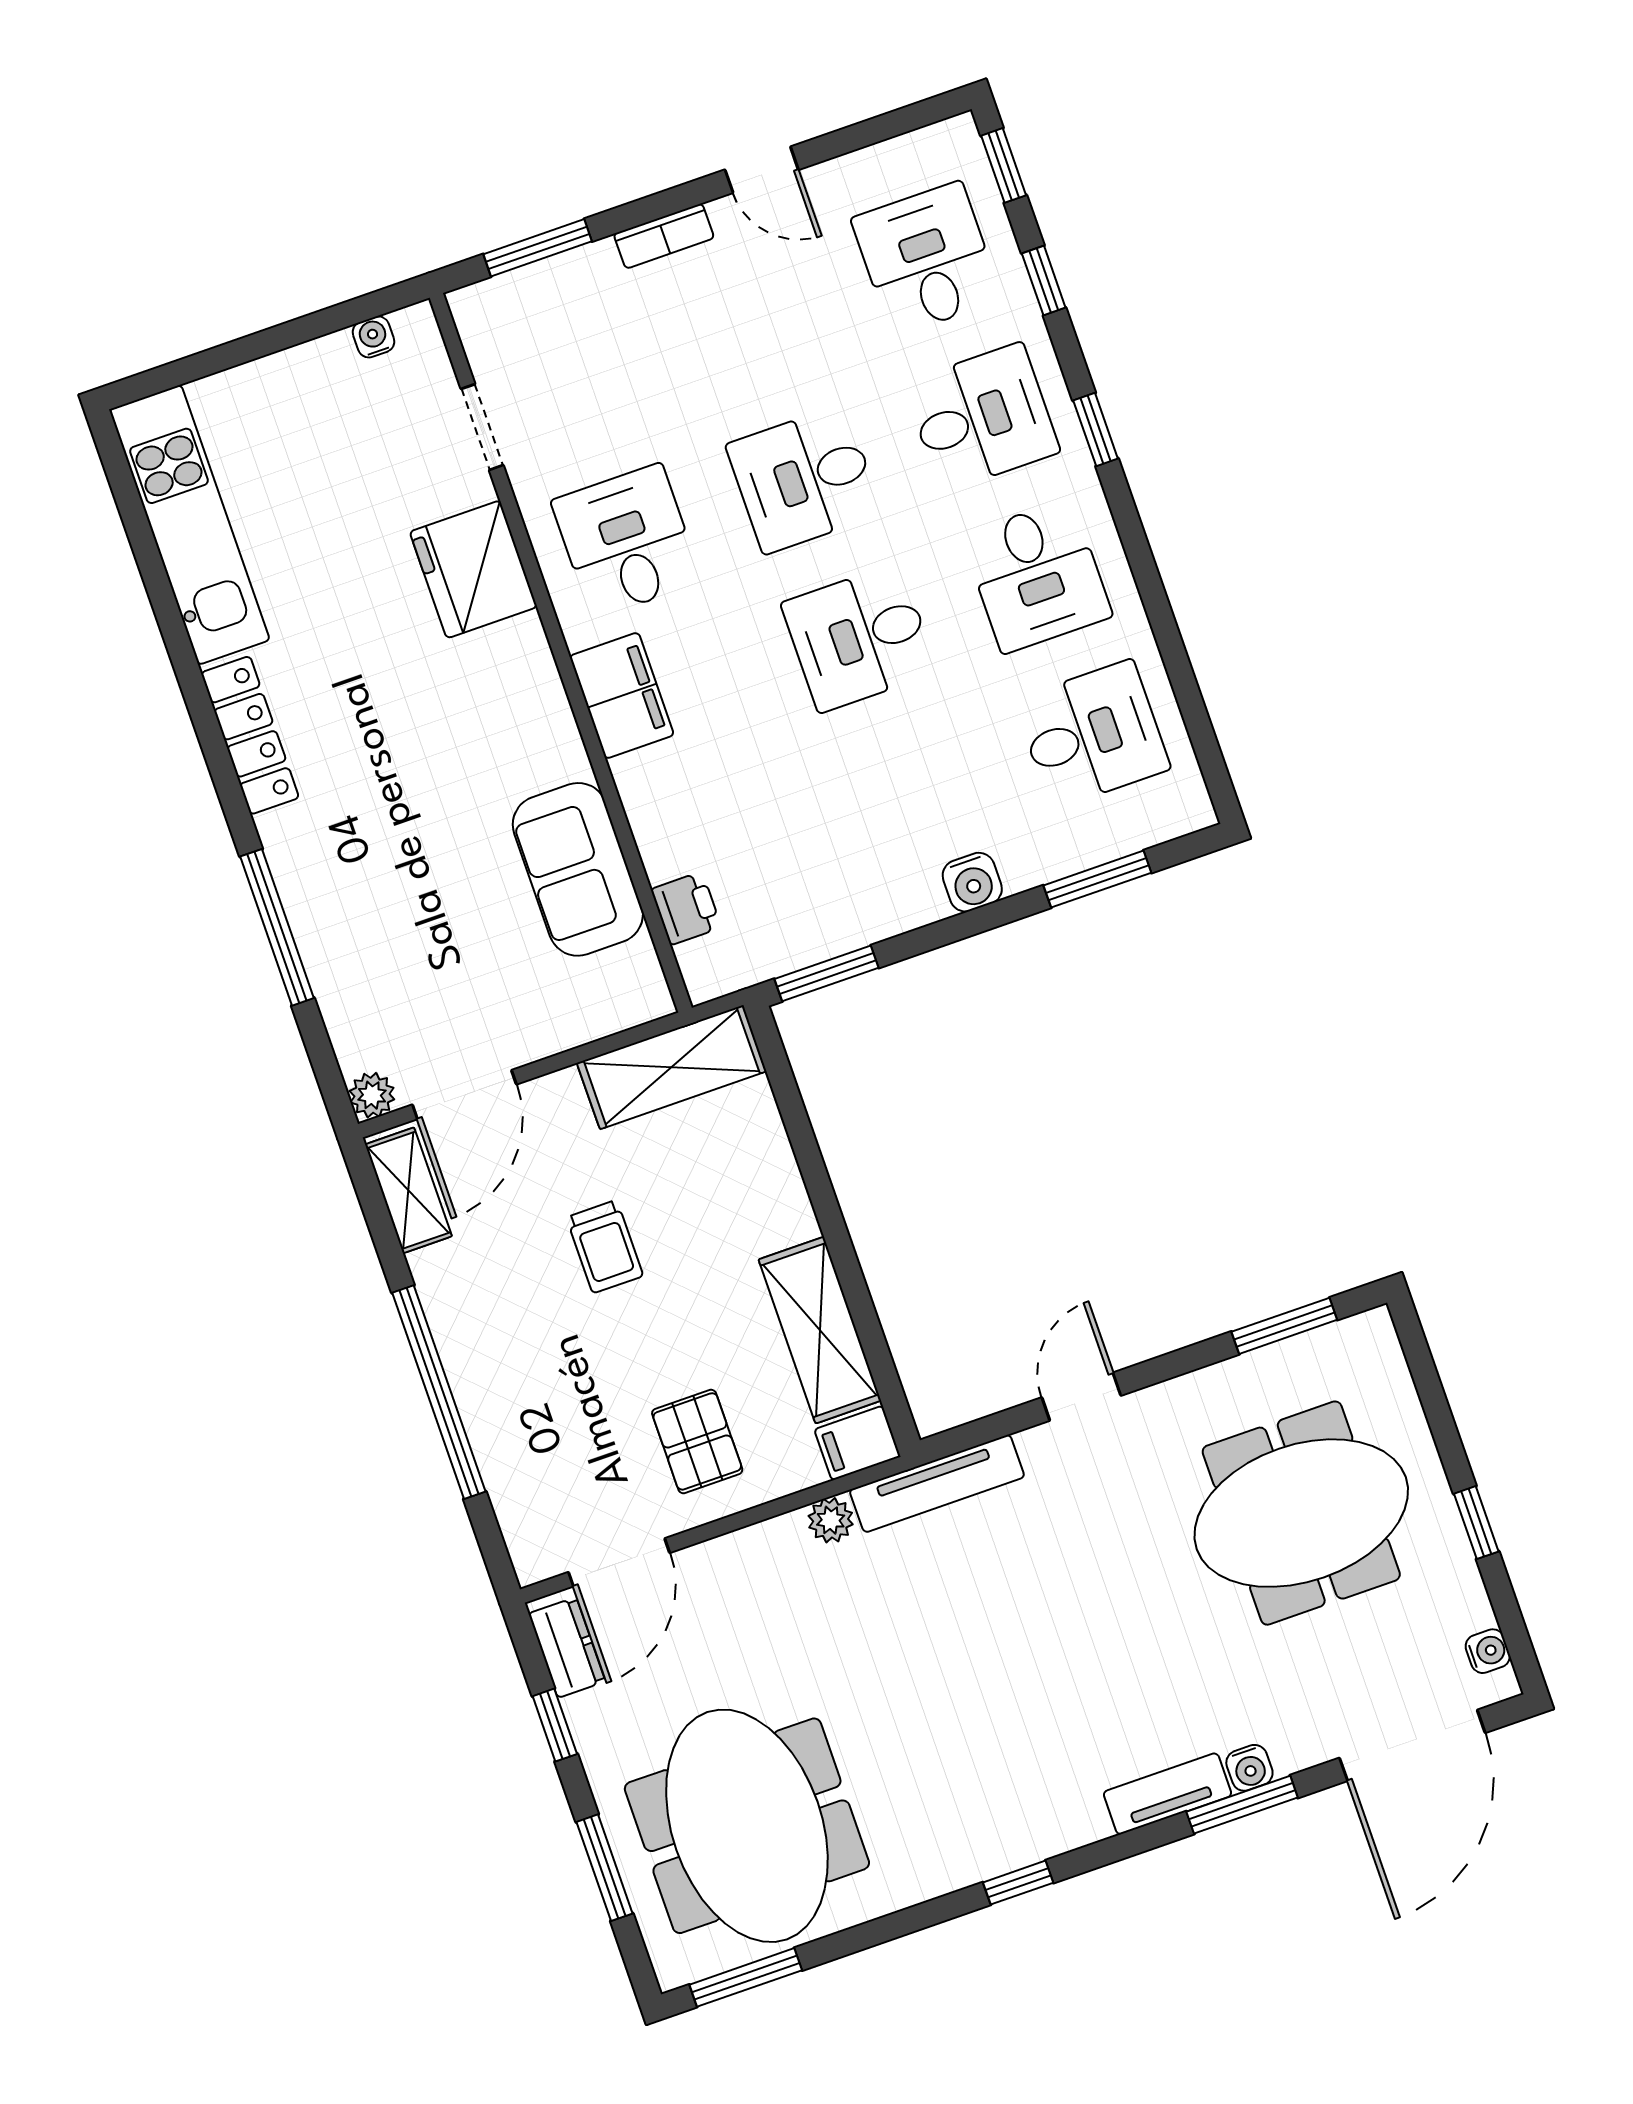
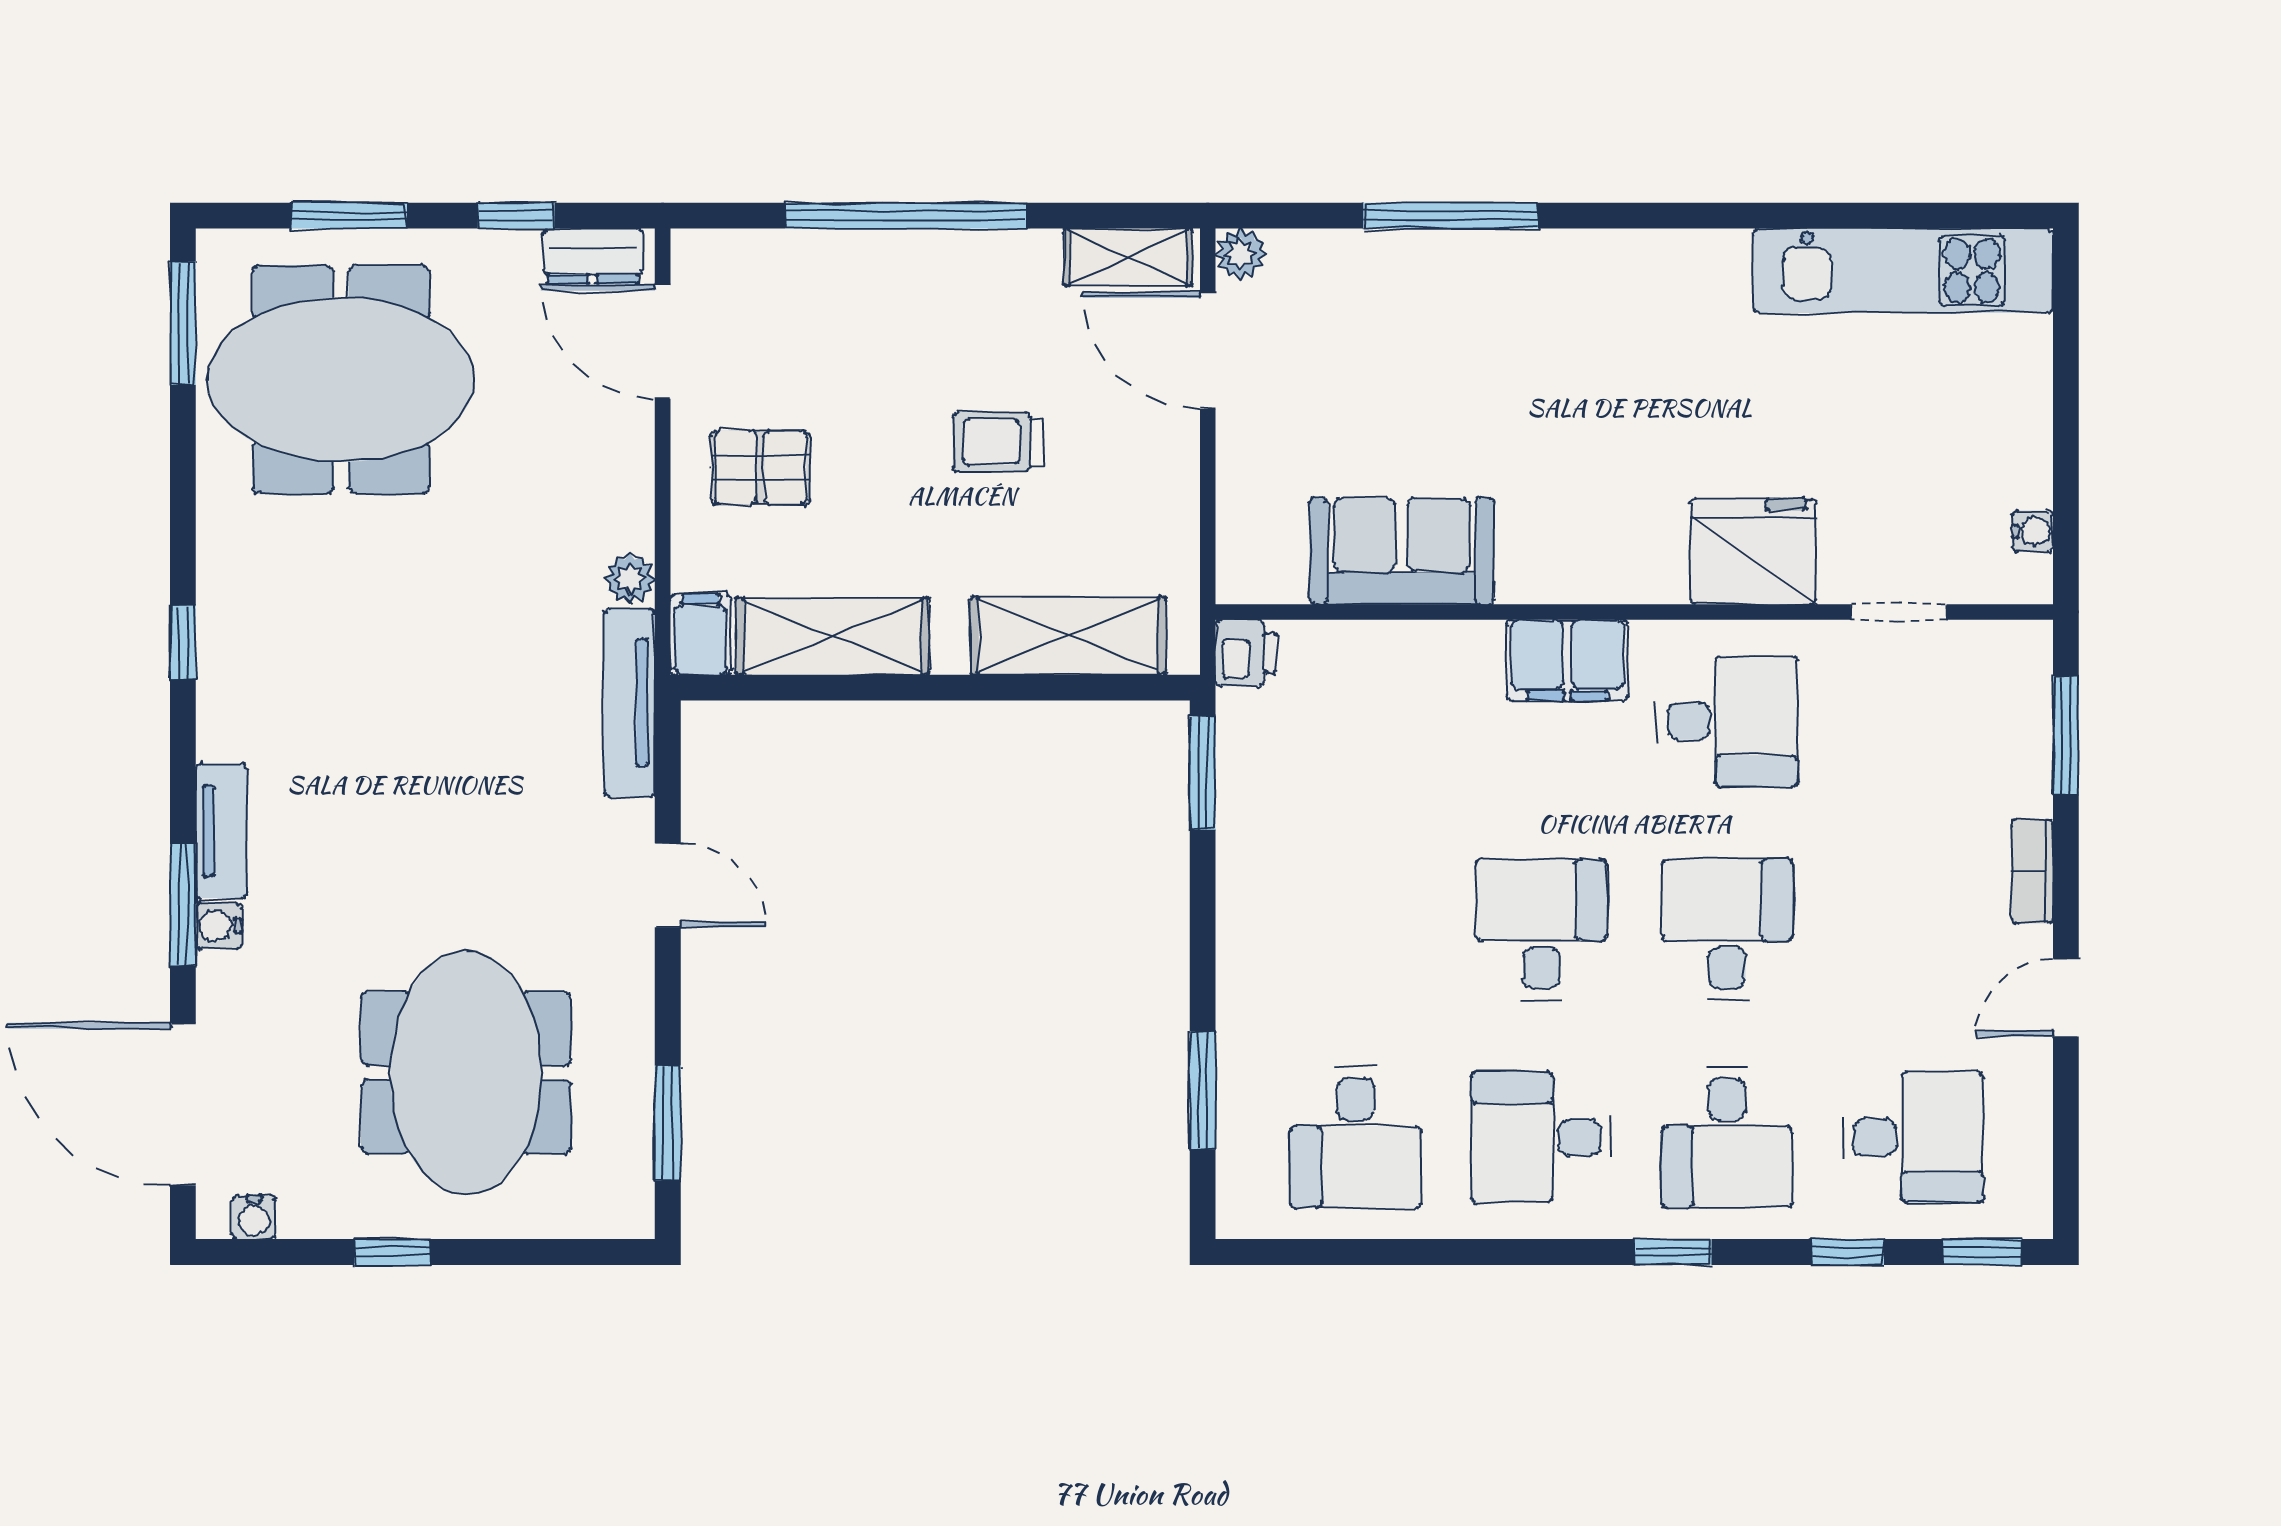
locker: (250, 735) -> (1661, 257), removed
water cooler: (972, 882) -> (1245, 958), removed
printer: (686, 908) -> (1246, 653), moved, turned -90
shelving: (672, 1067) -> (1068, 636), moved, turned 90

